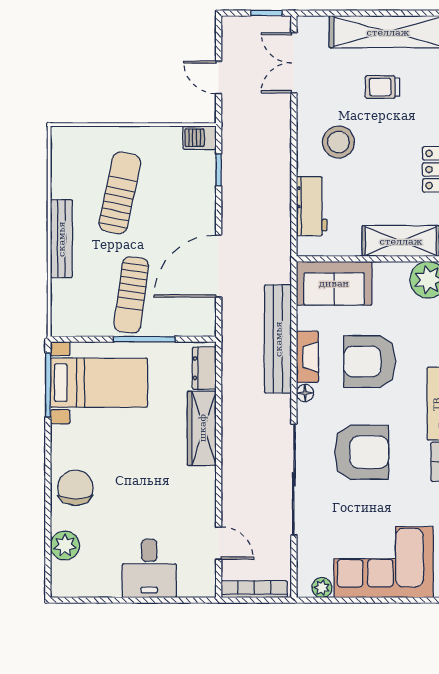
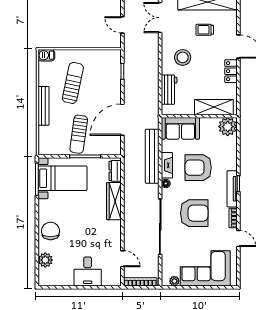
barbecue: (200, 138) -> (46, 55), moved

